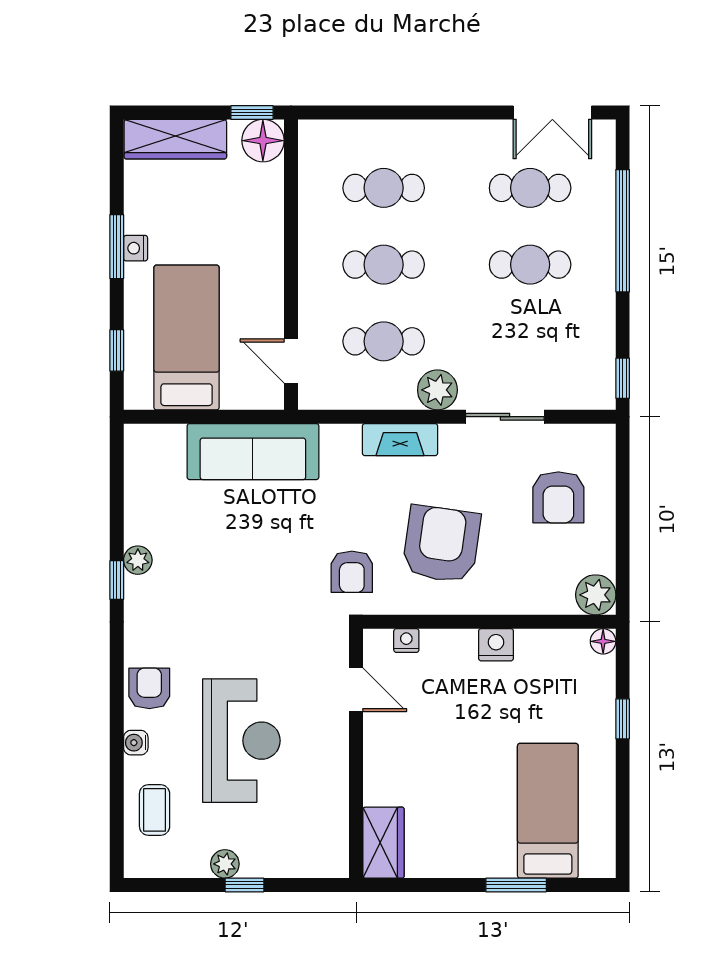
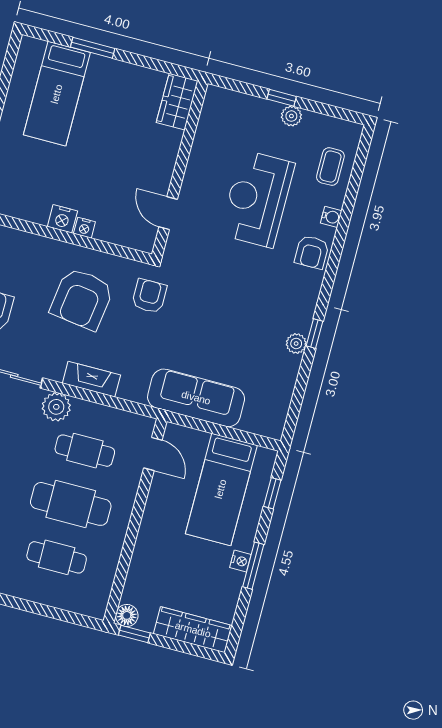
floor lamp: (263, 141) -> (127, 615), width x0.73, depth x0.73
cafe table: (384, 265) -> (71, 504), width x1.37, depth x1.35
nightstand: (406, 641) -> (84, 228), moved

